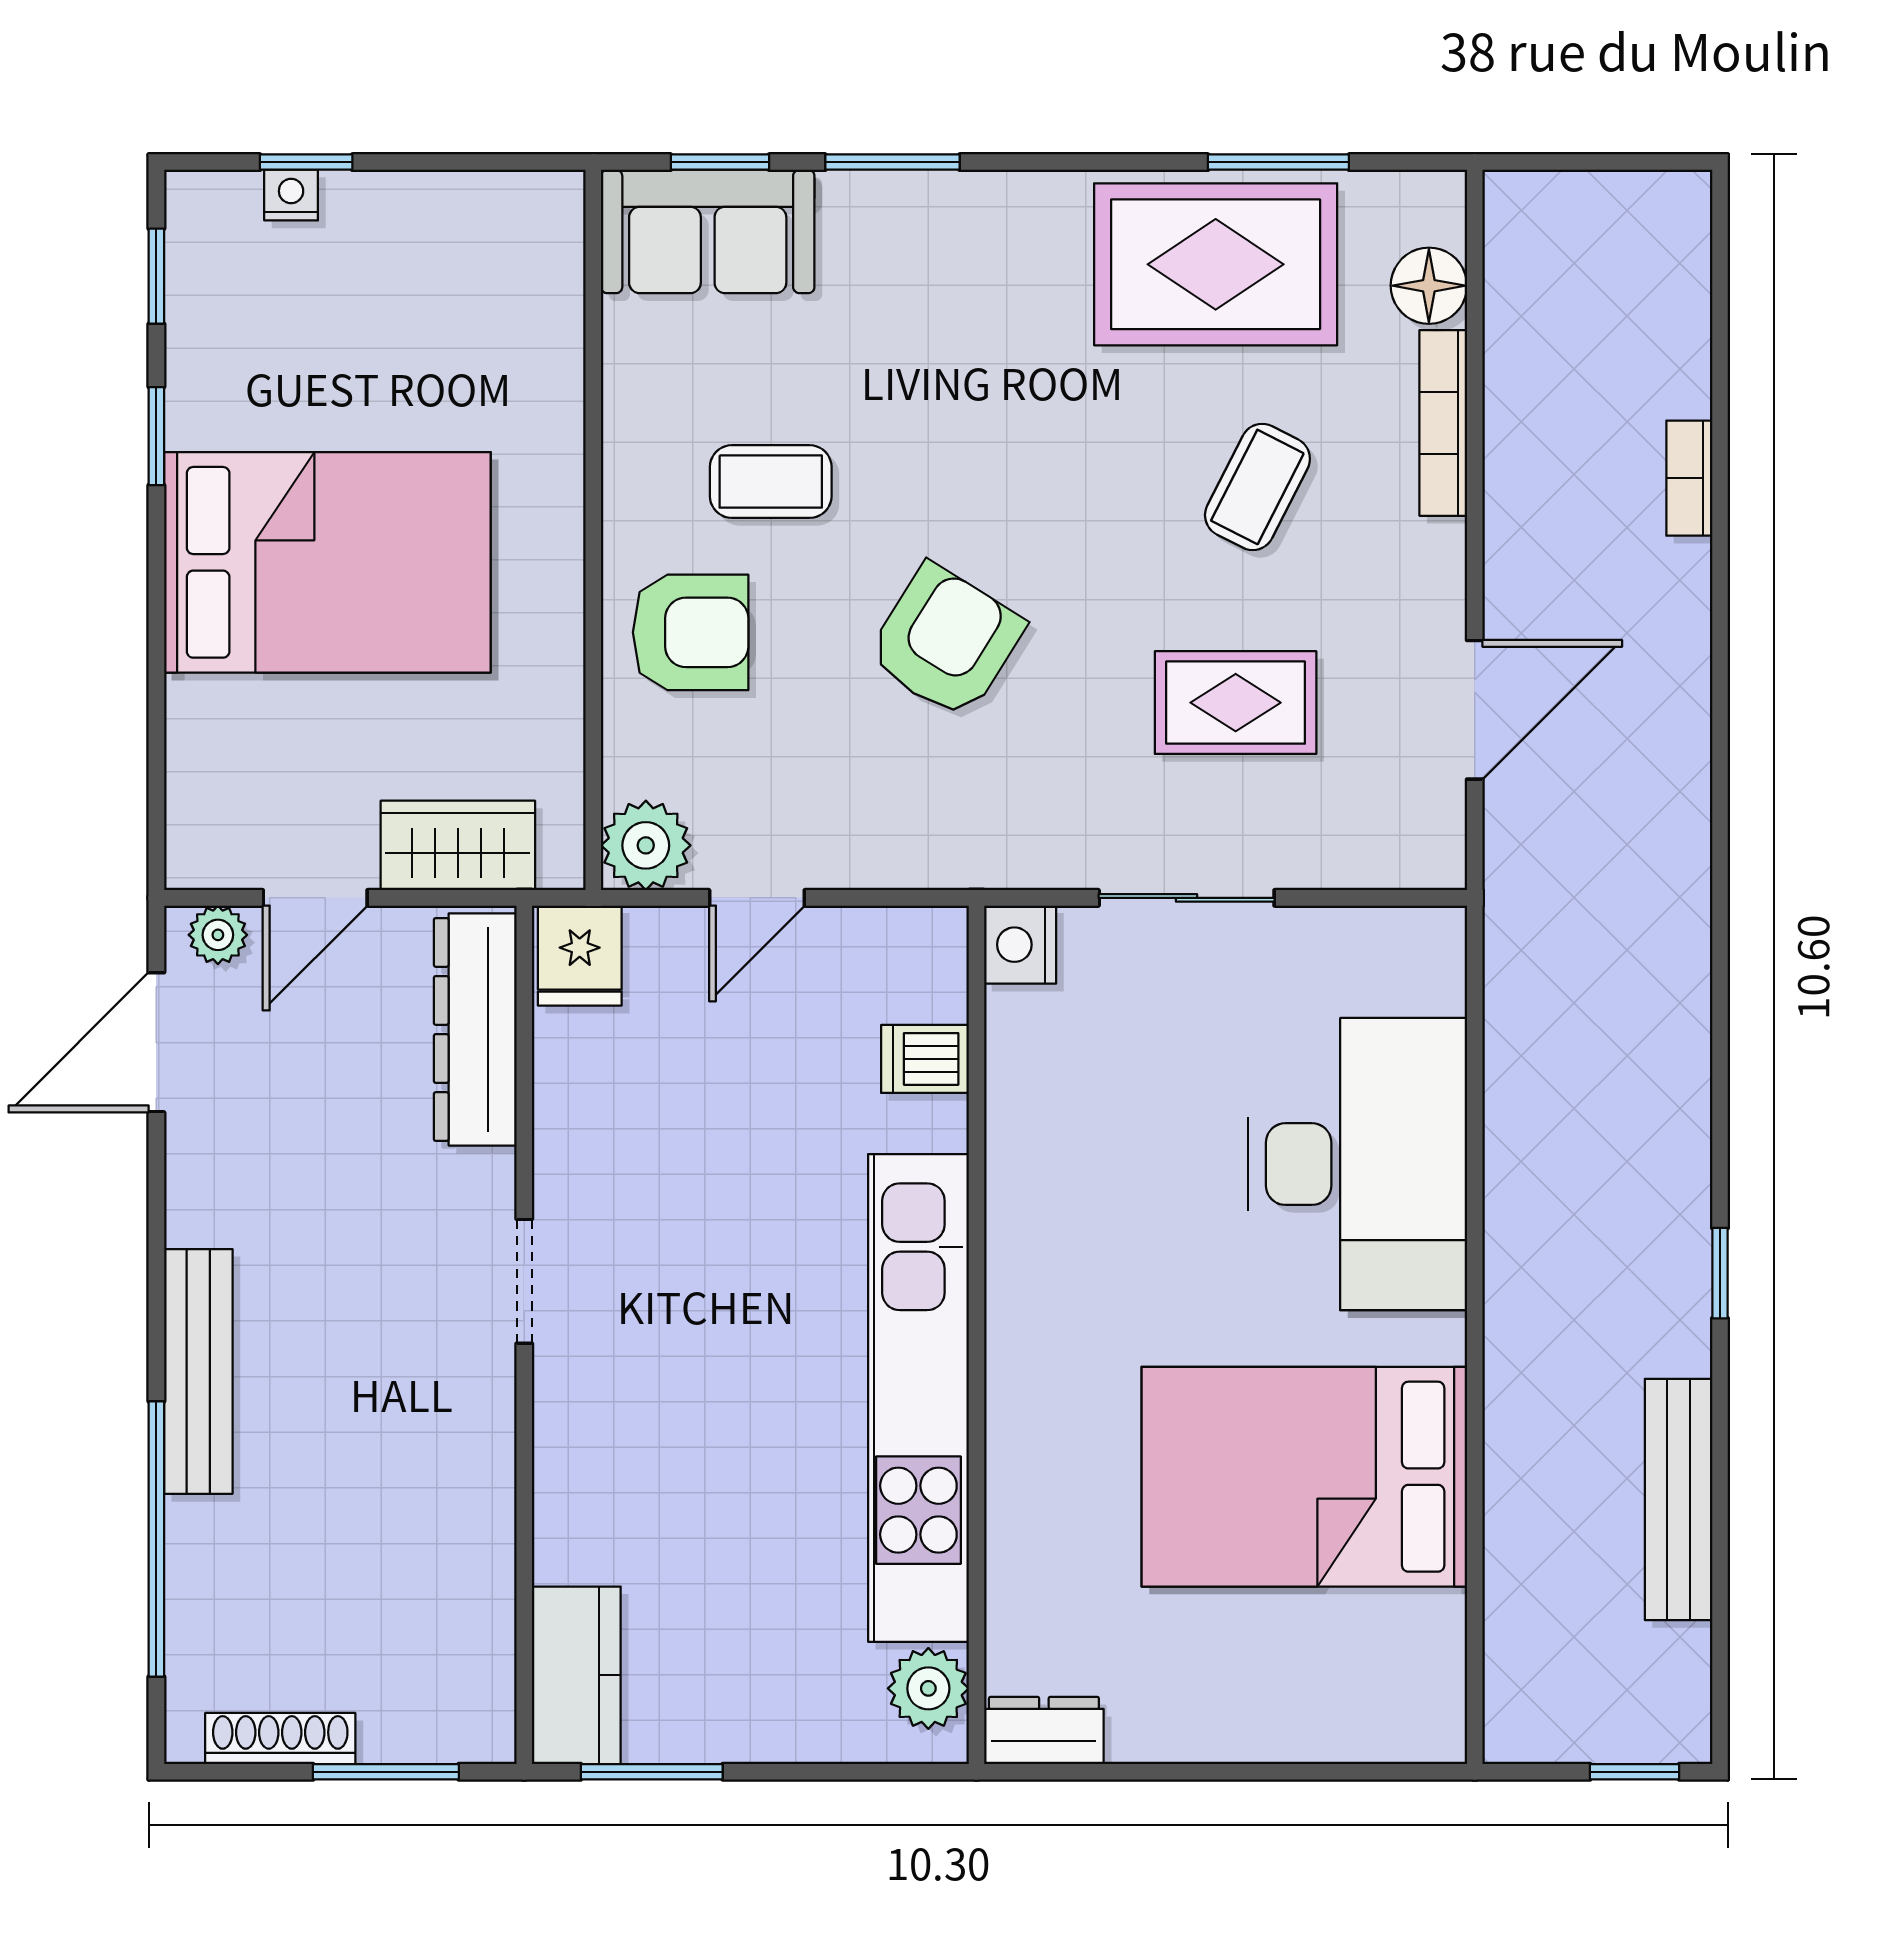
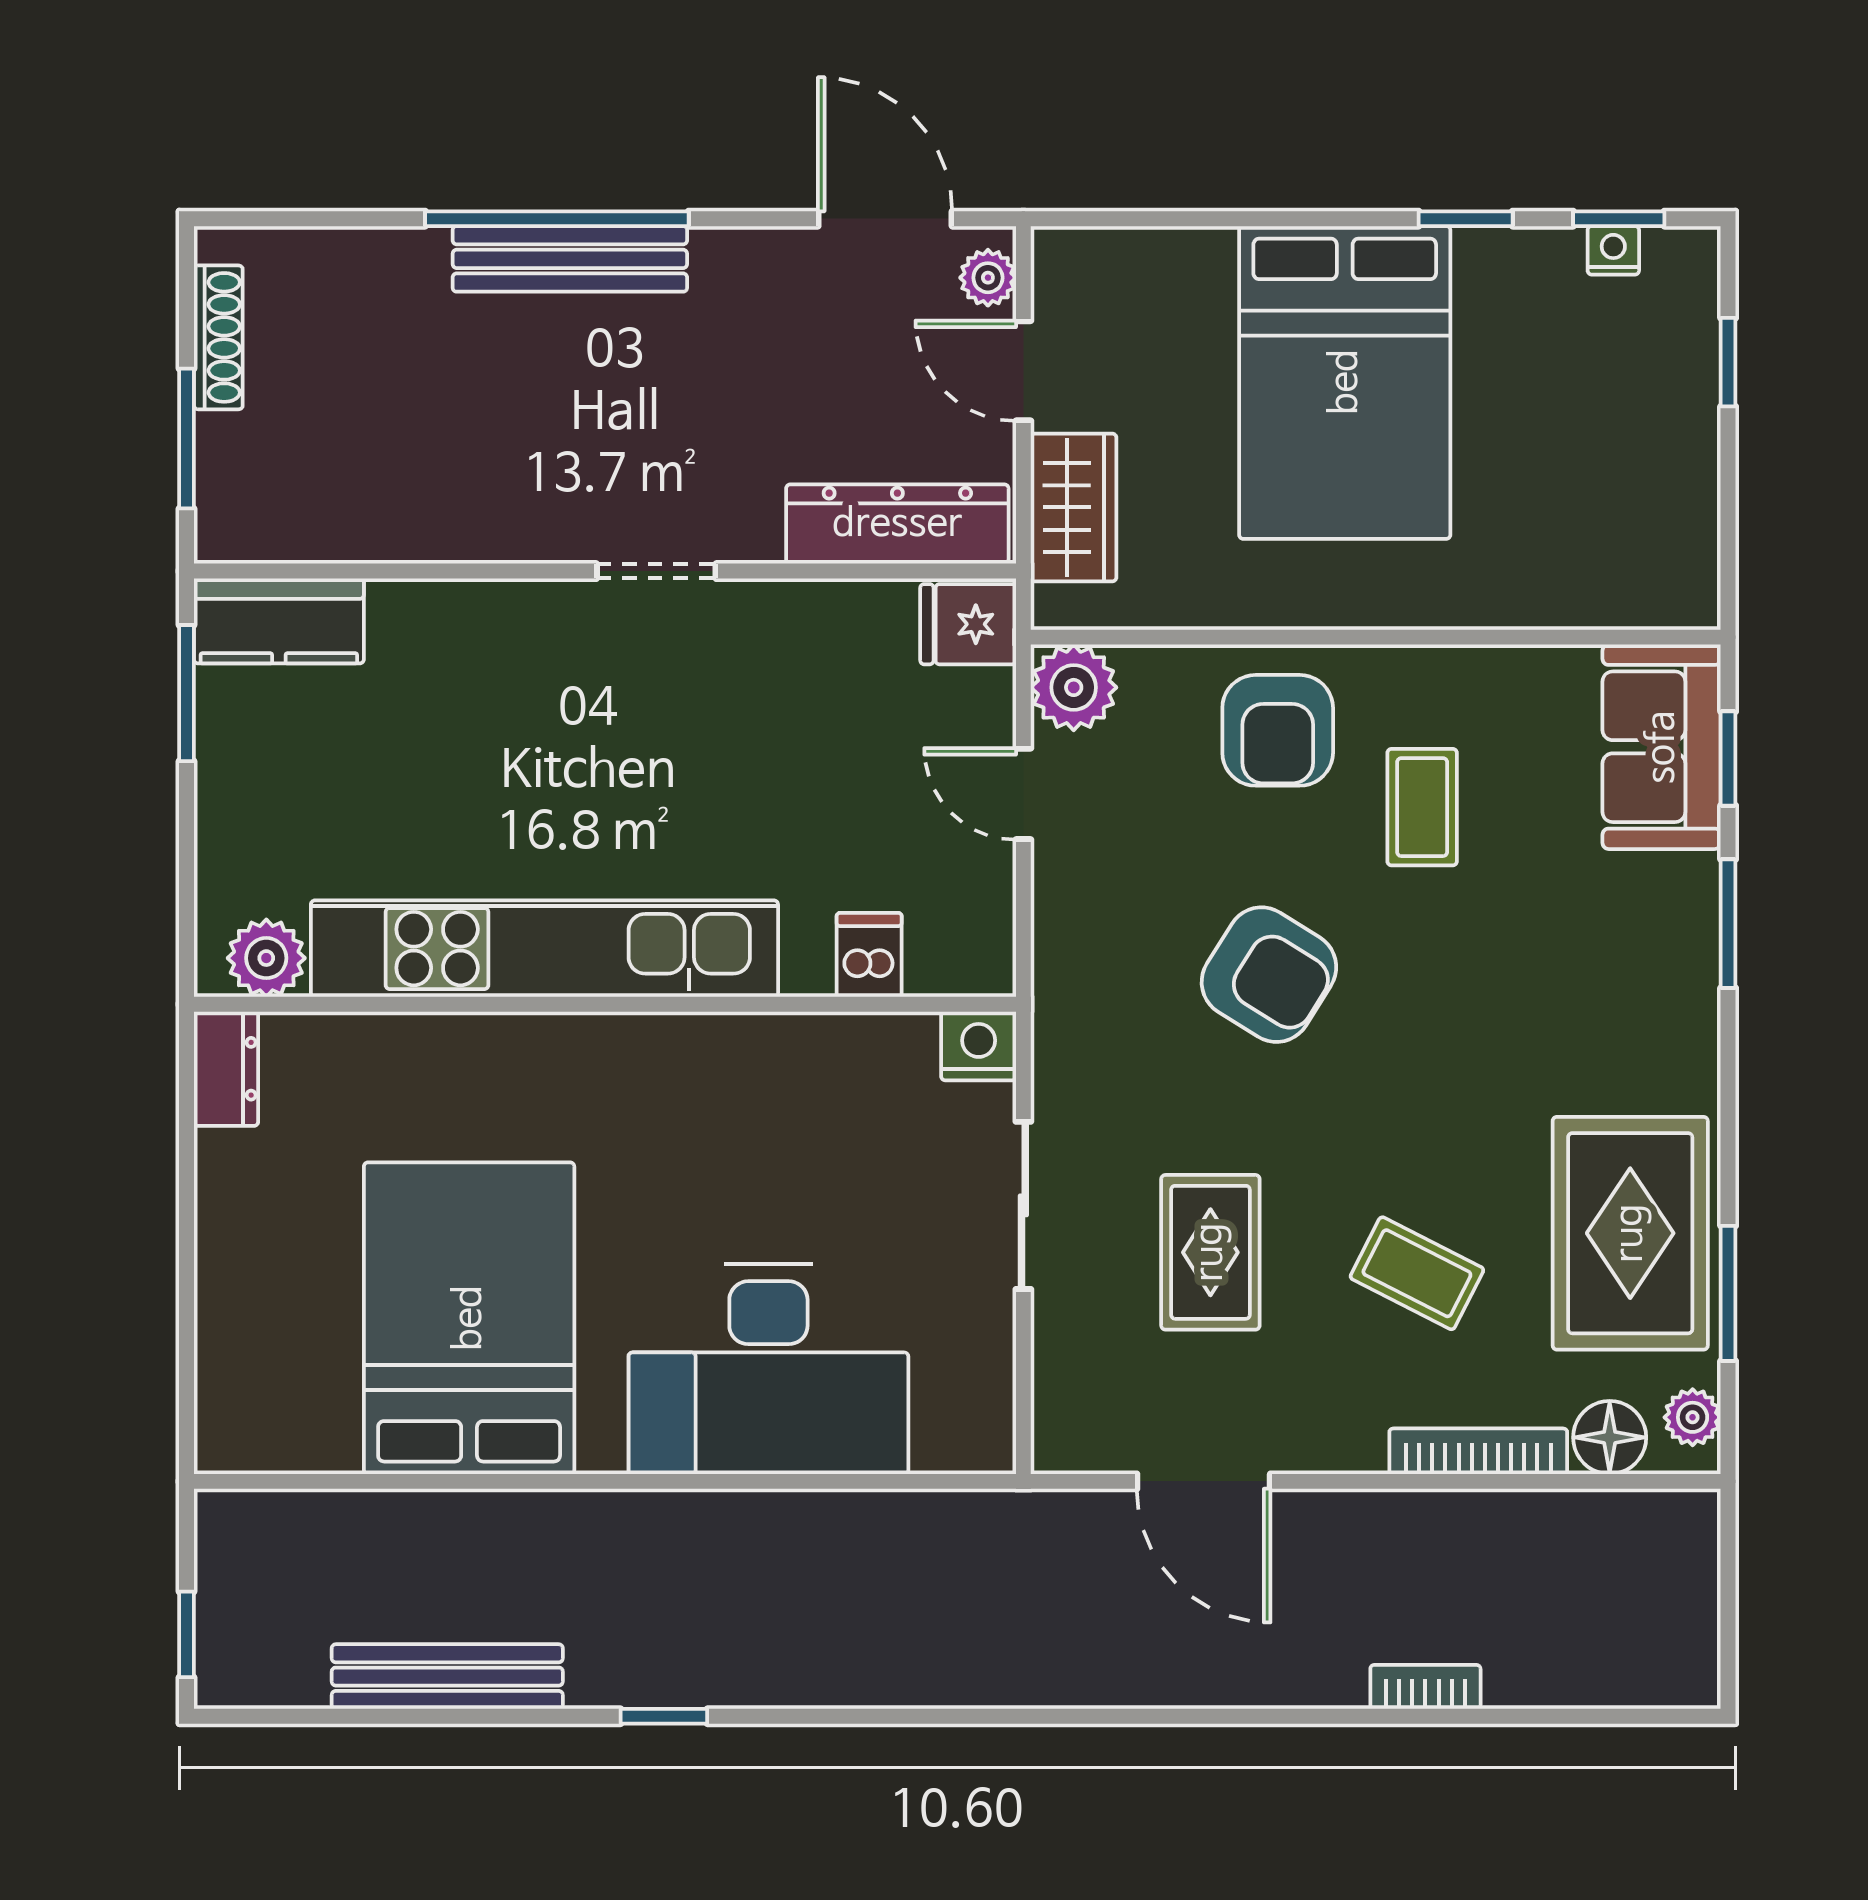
nightstand: (291, 195) -> (1613, 250), moved, turned -90
plant: (1408, 199) -> (1693, 1417), added
window: (156, 1539) -> (557, 219), moved

